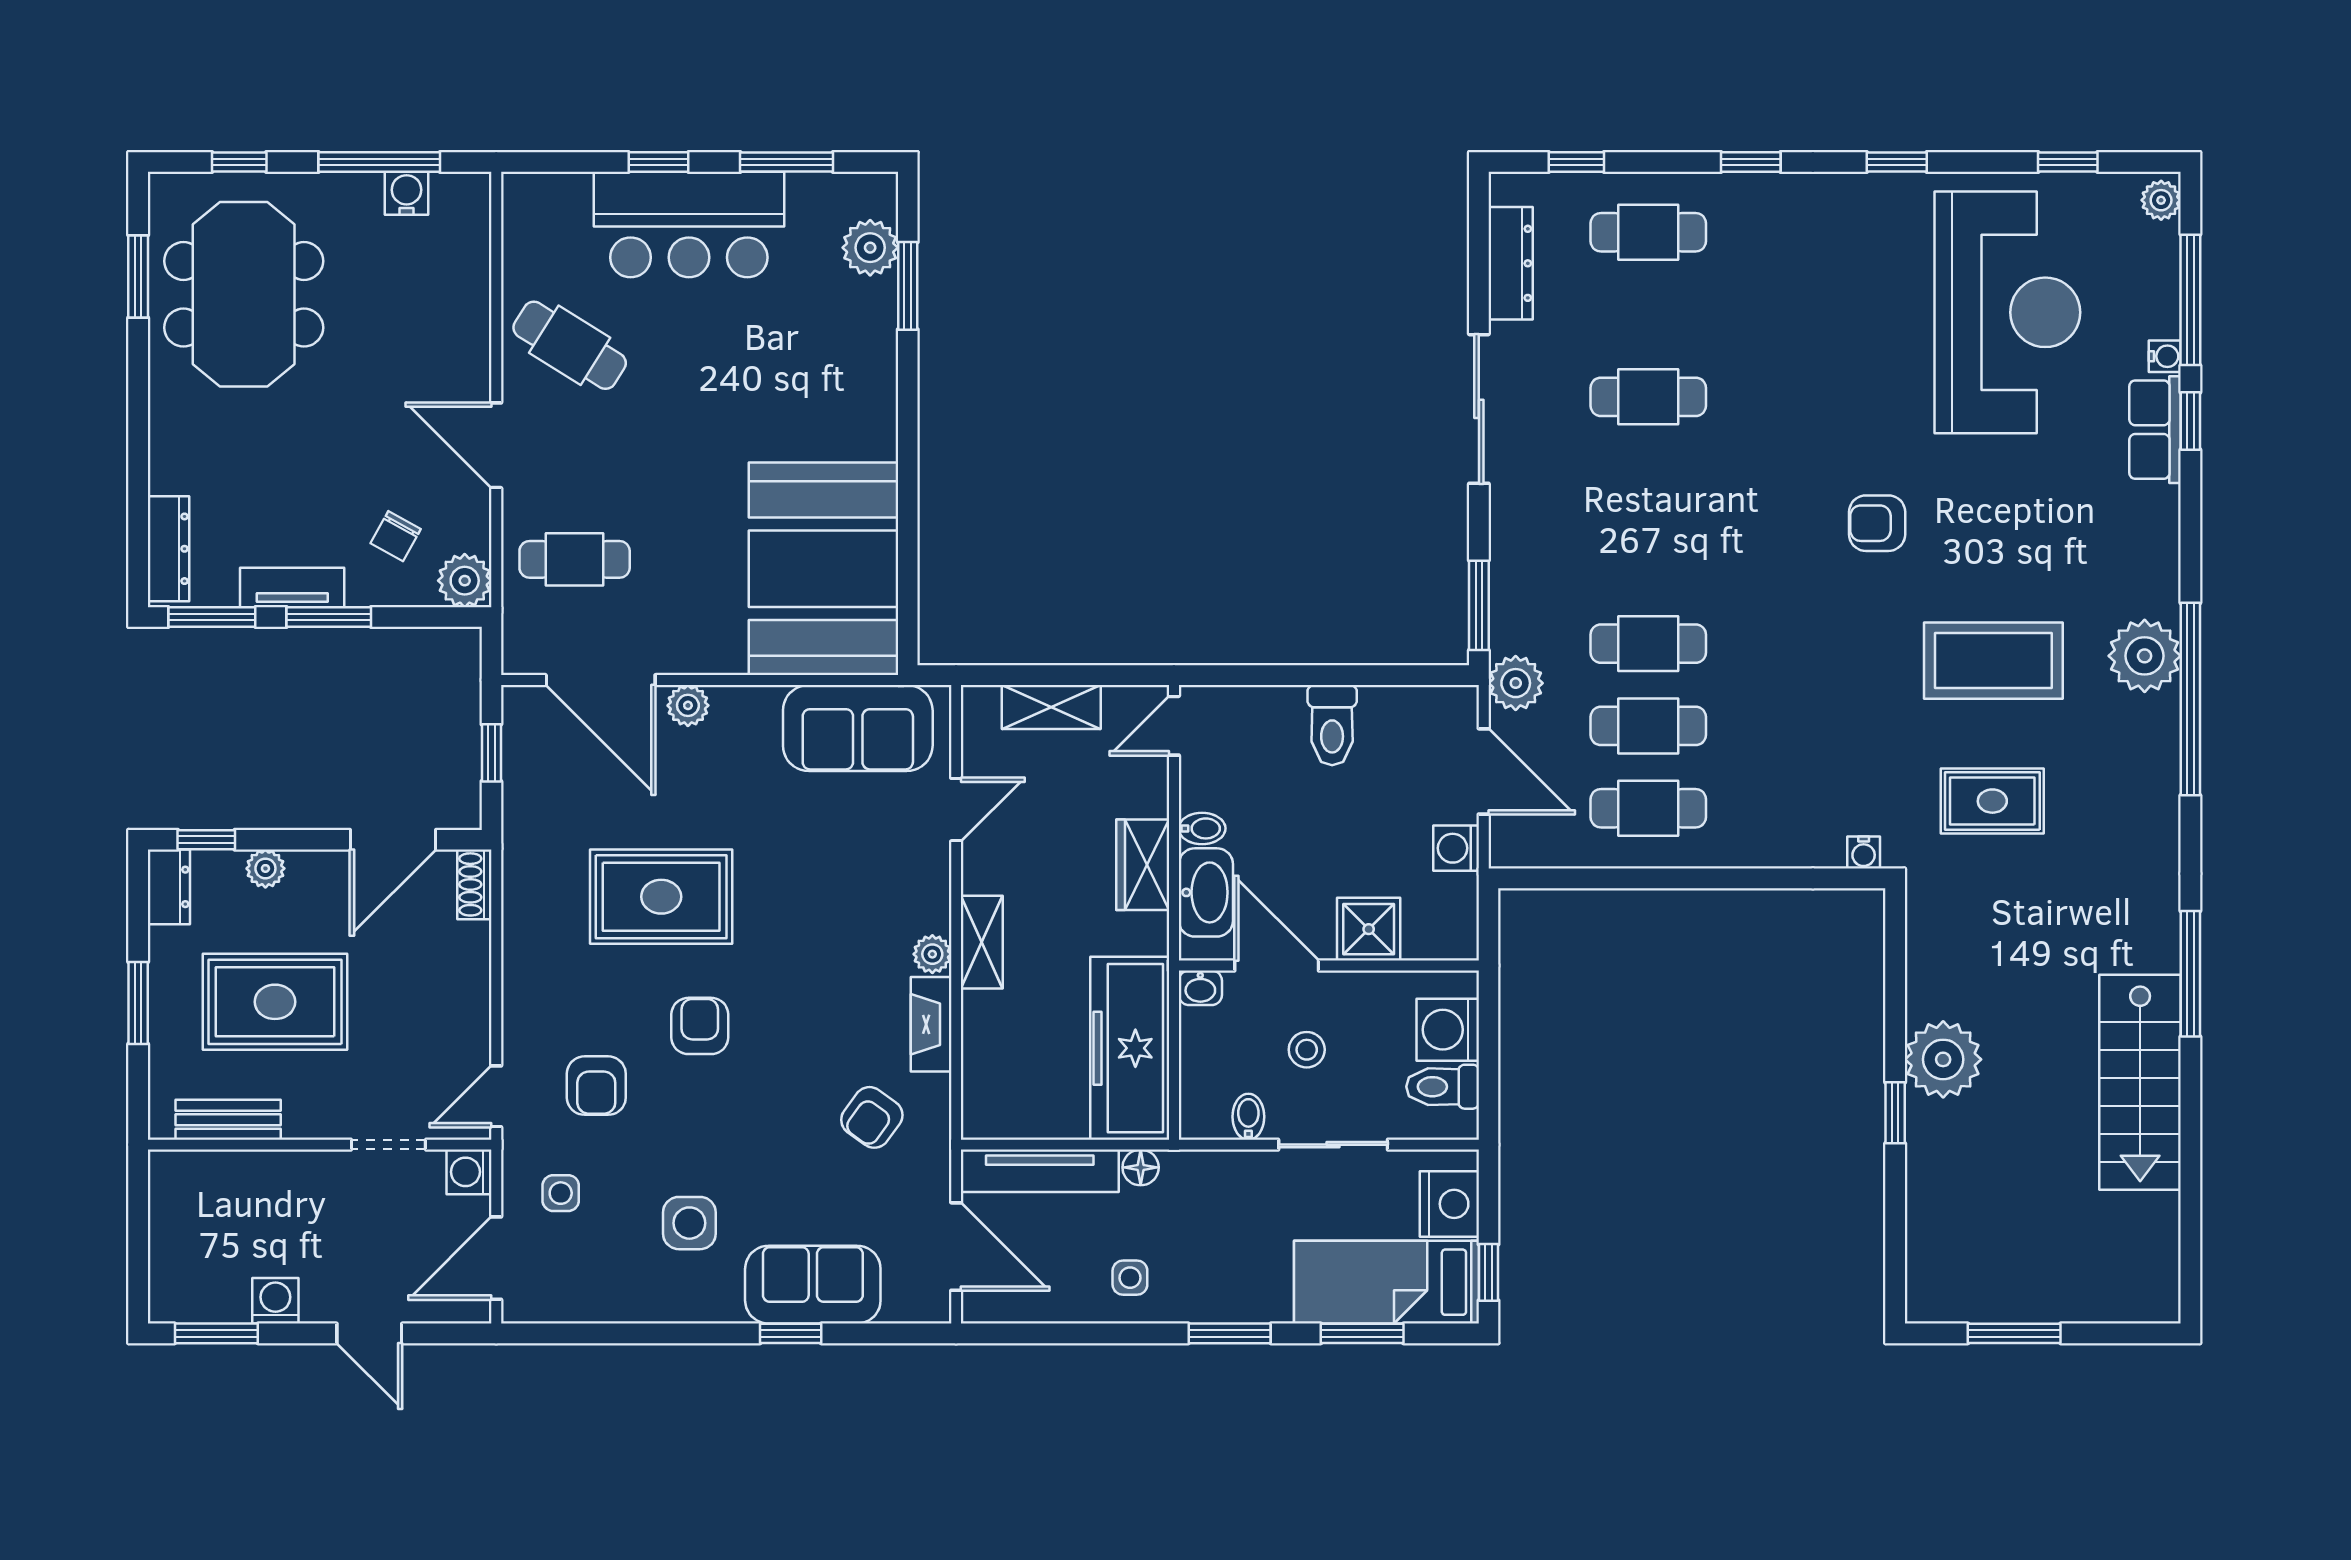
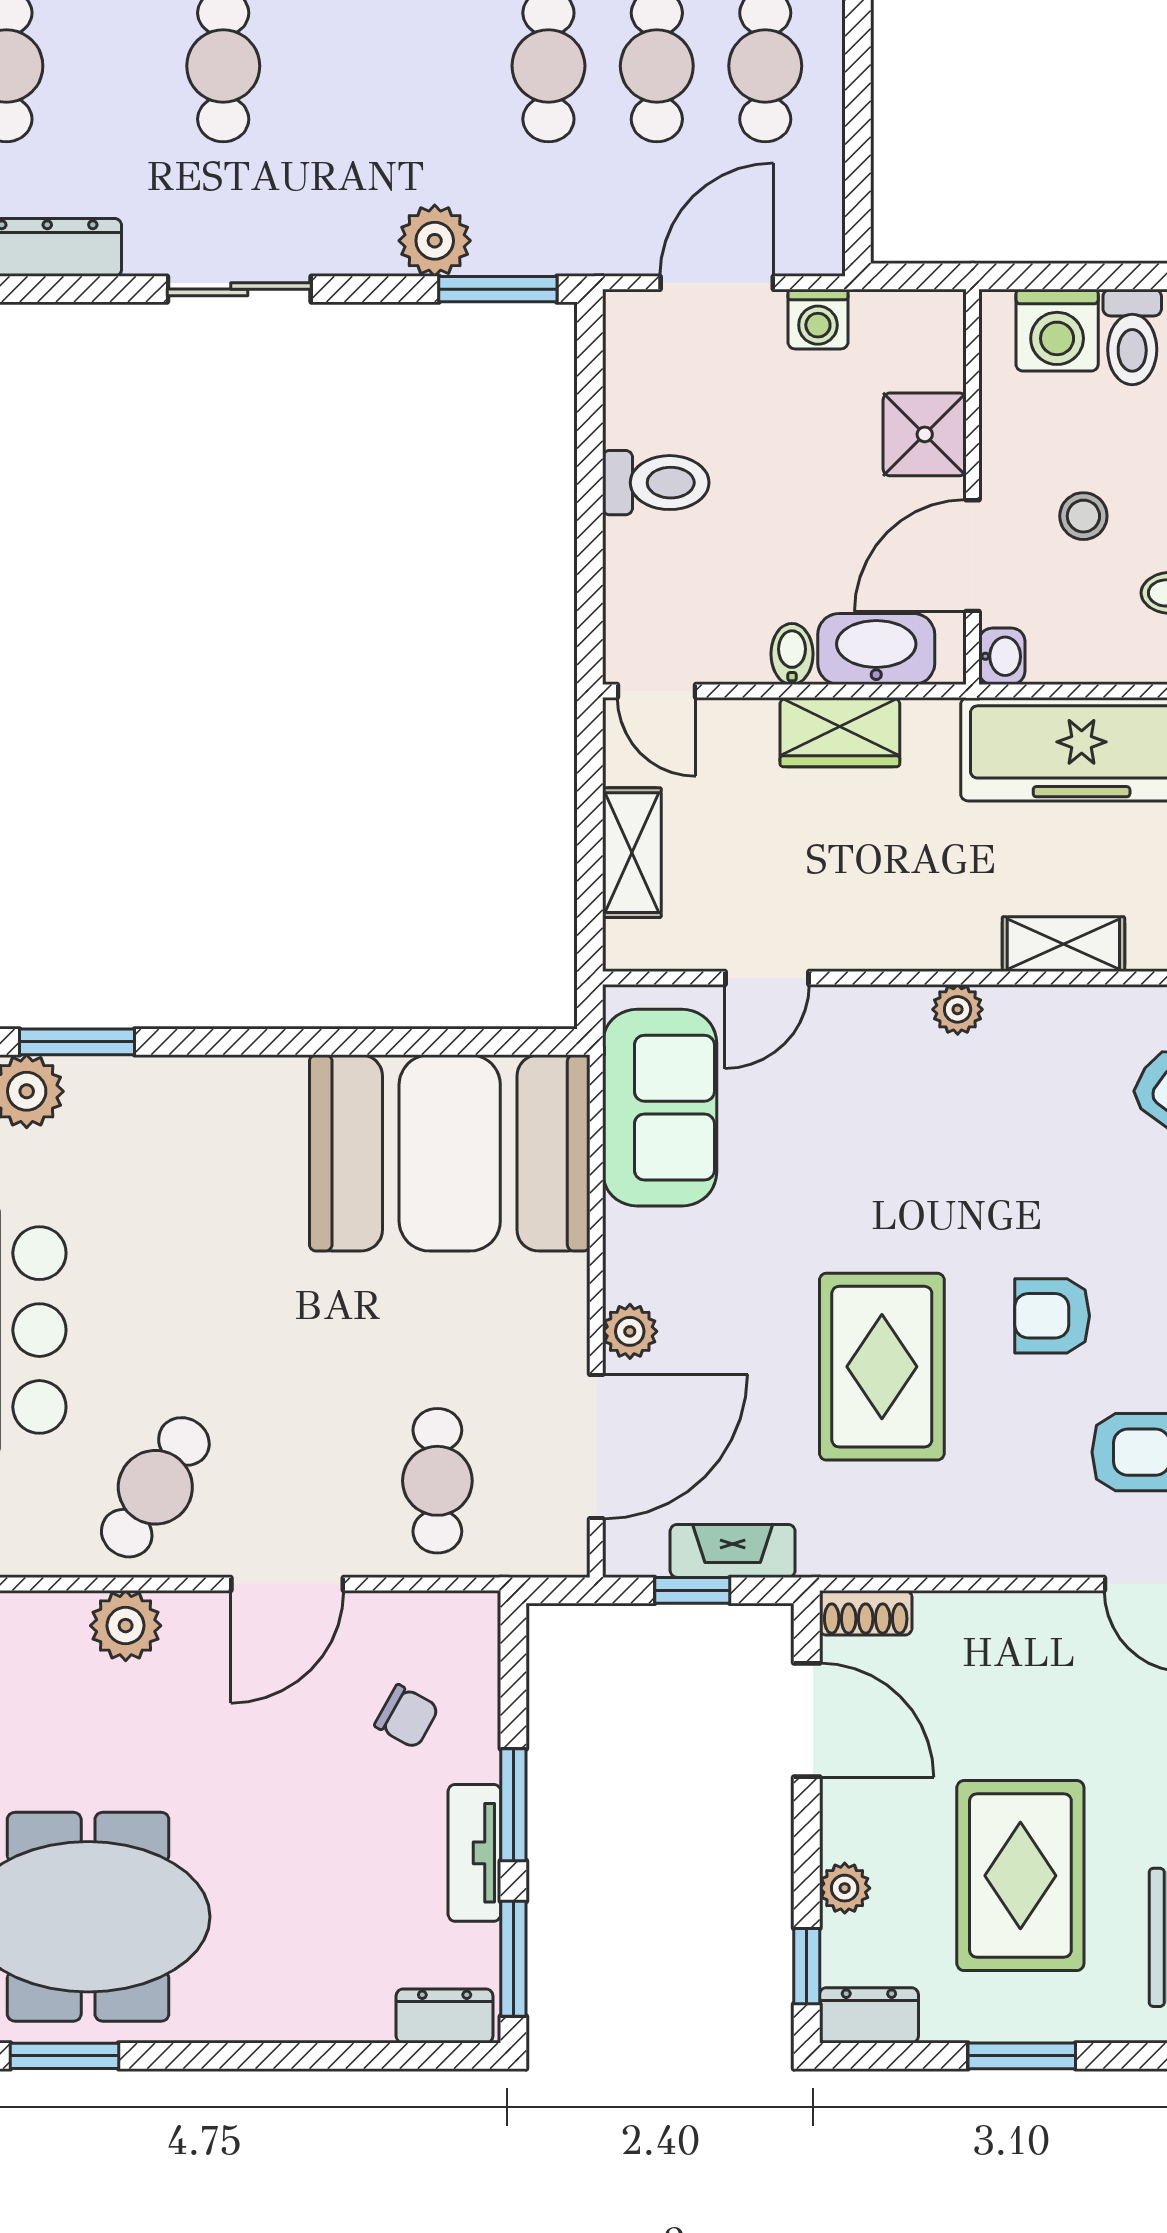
sliding door: (1479, 409) -> (239, 289), width x0.73
dresser: (168, 549) -> (445, 2016), width x0.70
plant: (465, 581) -> (126, 1626), moved
plant: (1516, 683) -> (435, 241), moved
door: (956, 810) -> (767, 978), swing flipped
shelving: (982, 942) -> (1063, 944), moved
fireplace: (931, 1024) -> (733, 1551), moved, turned 180

